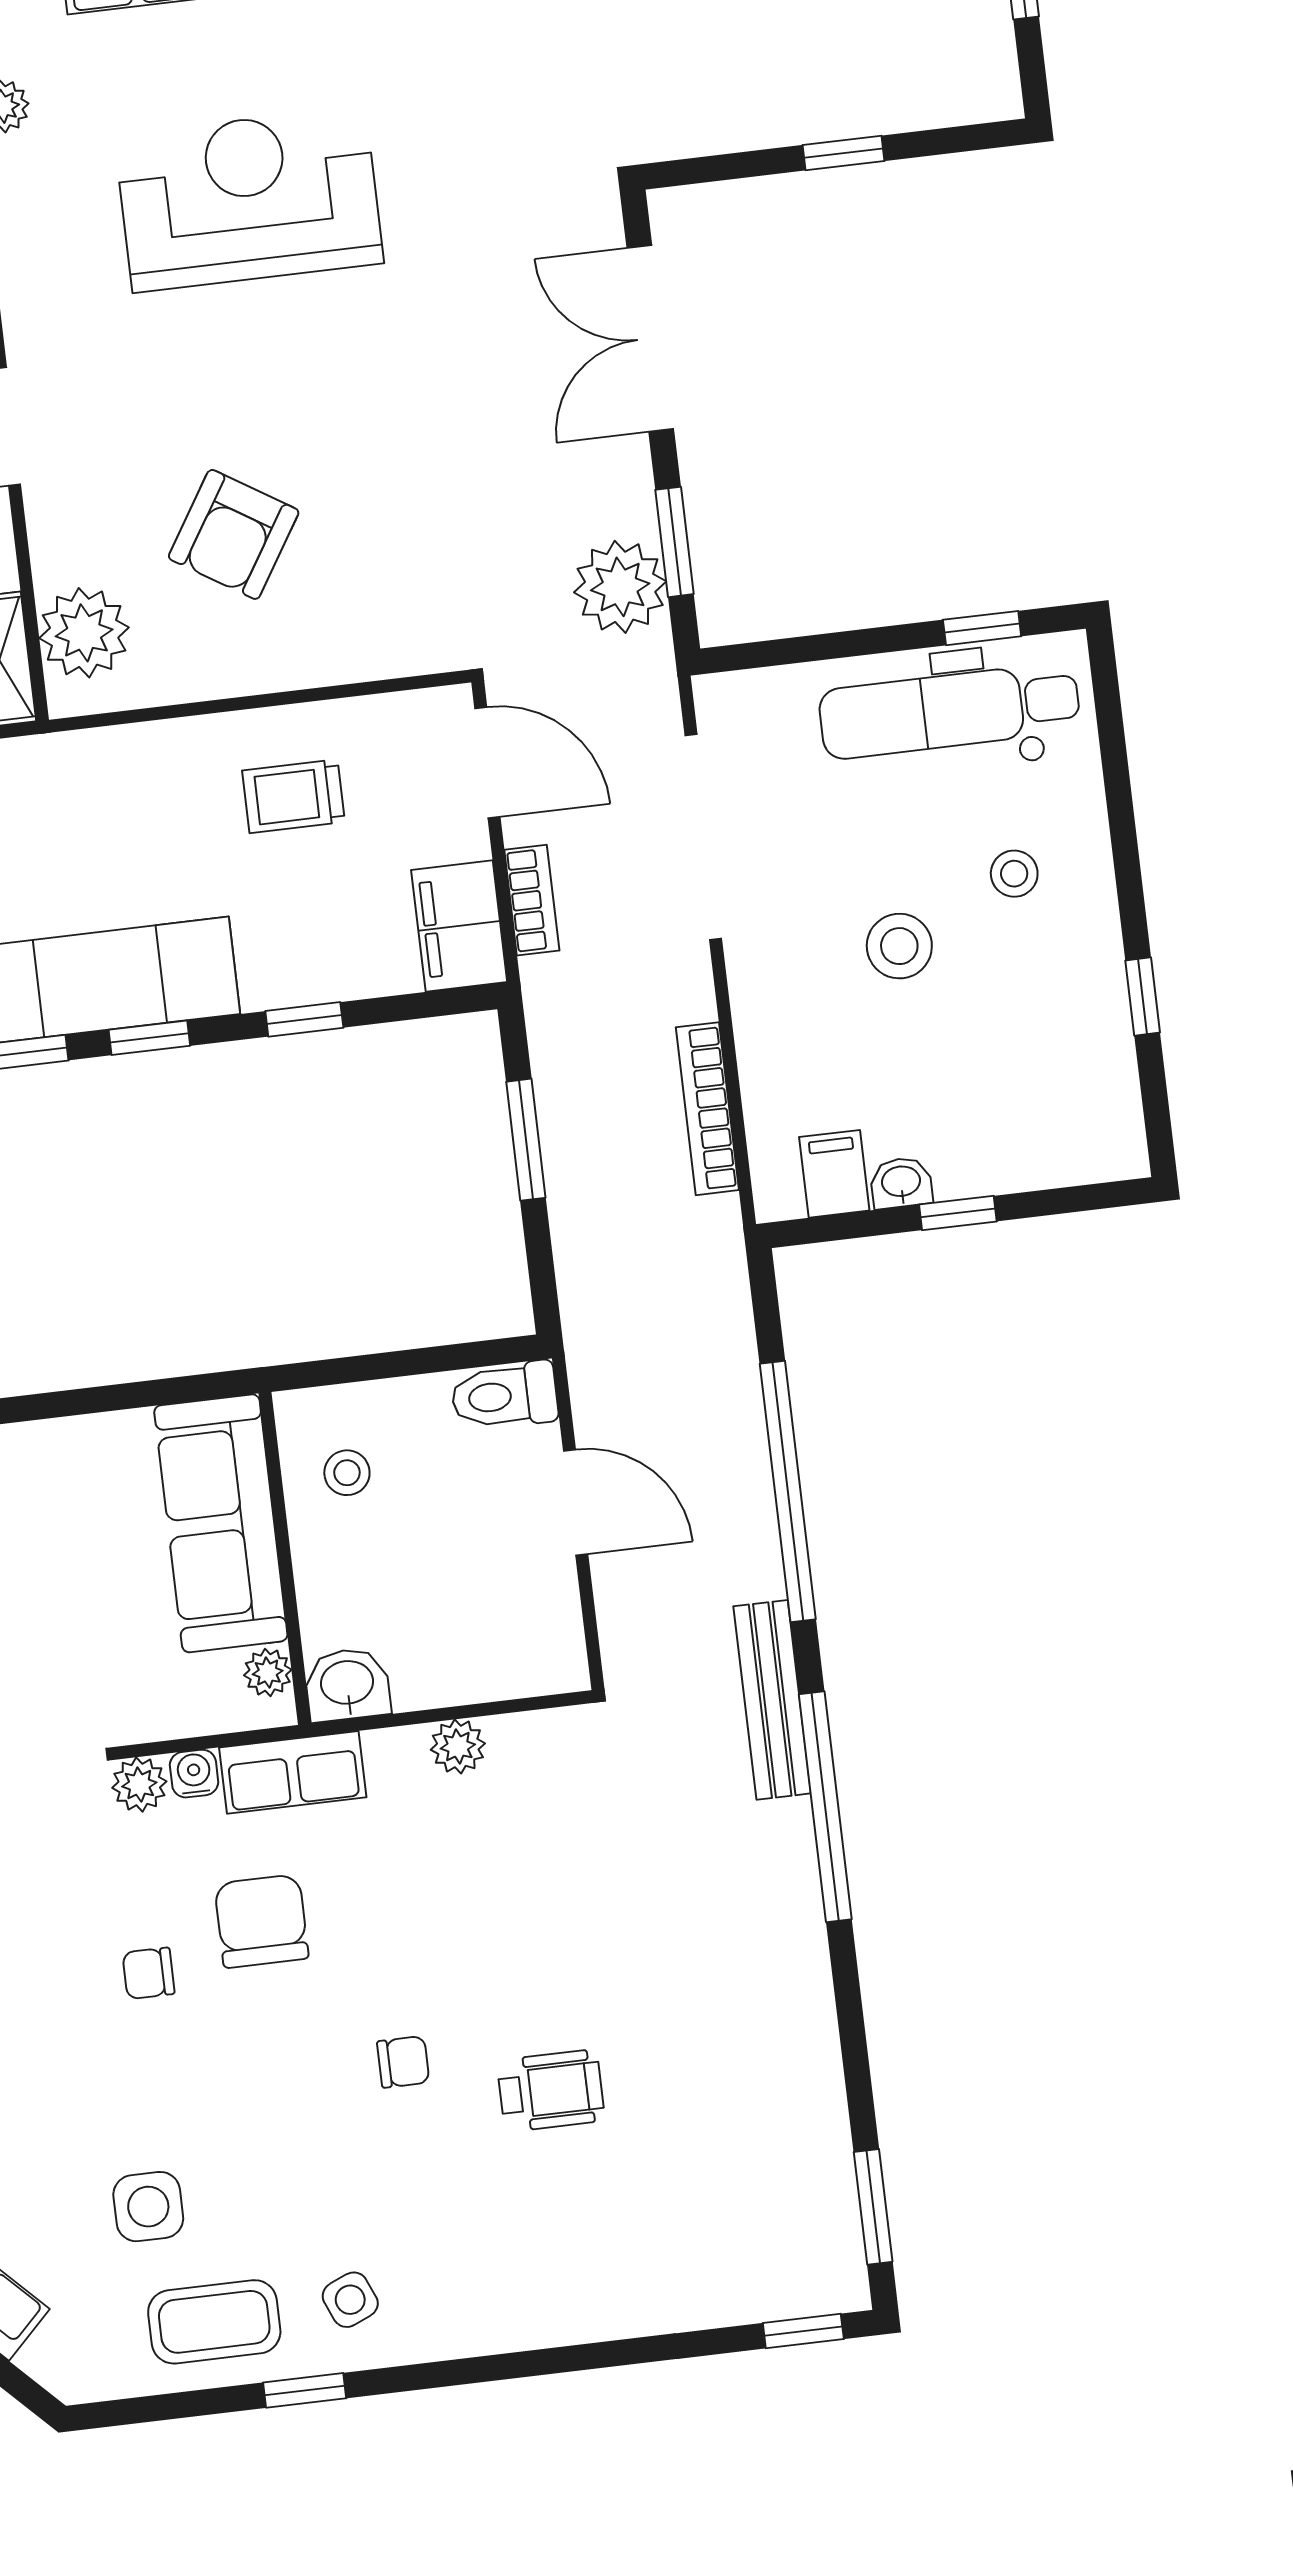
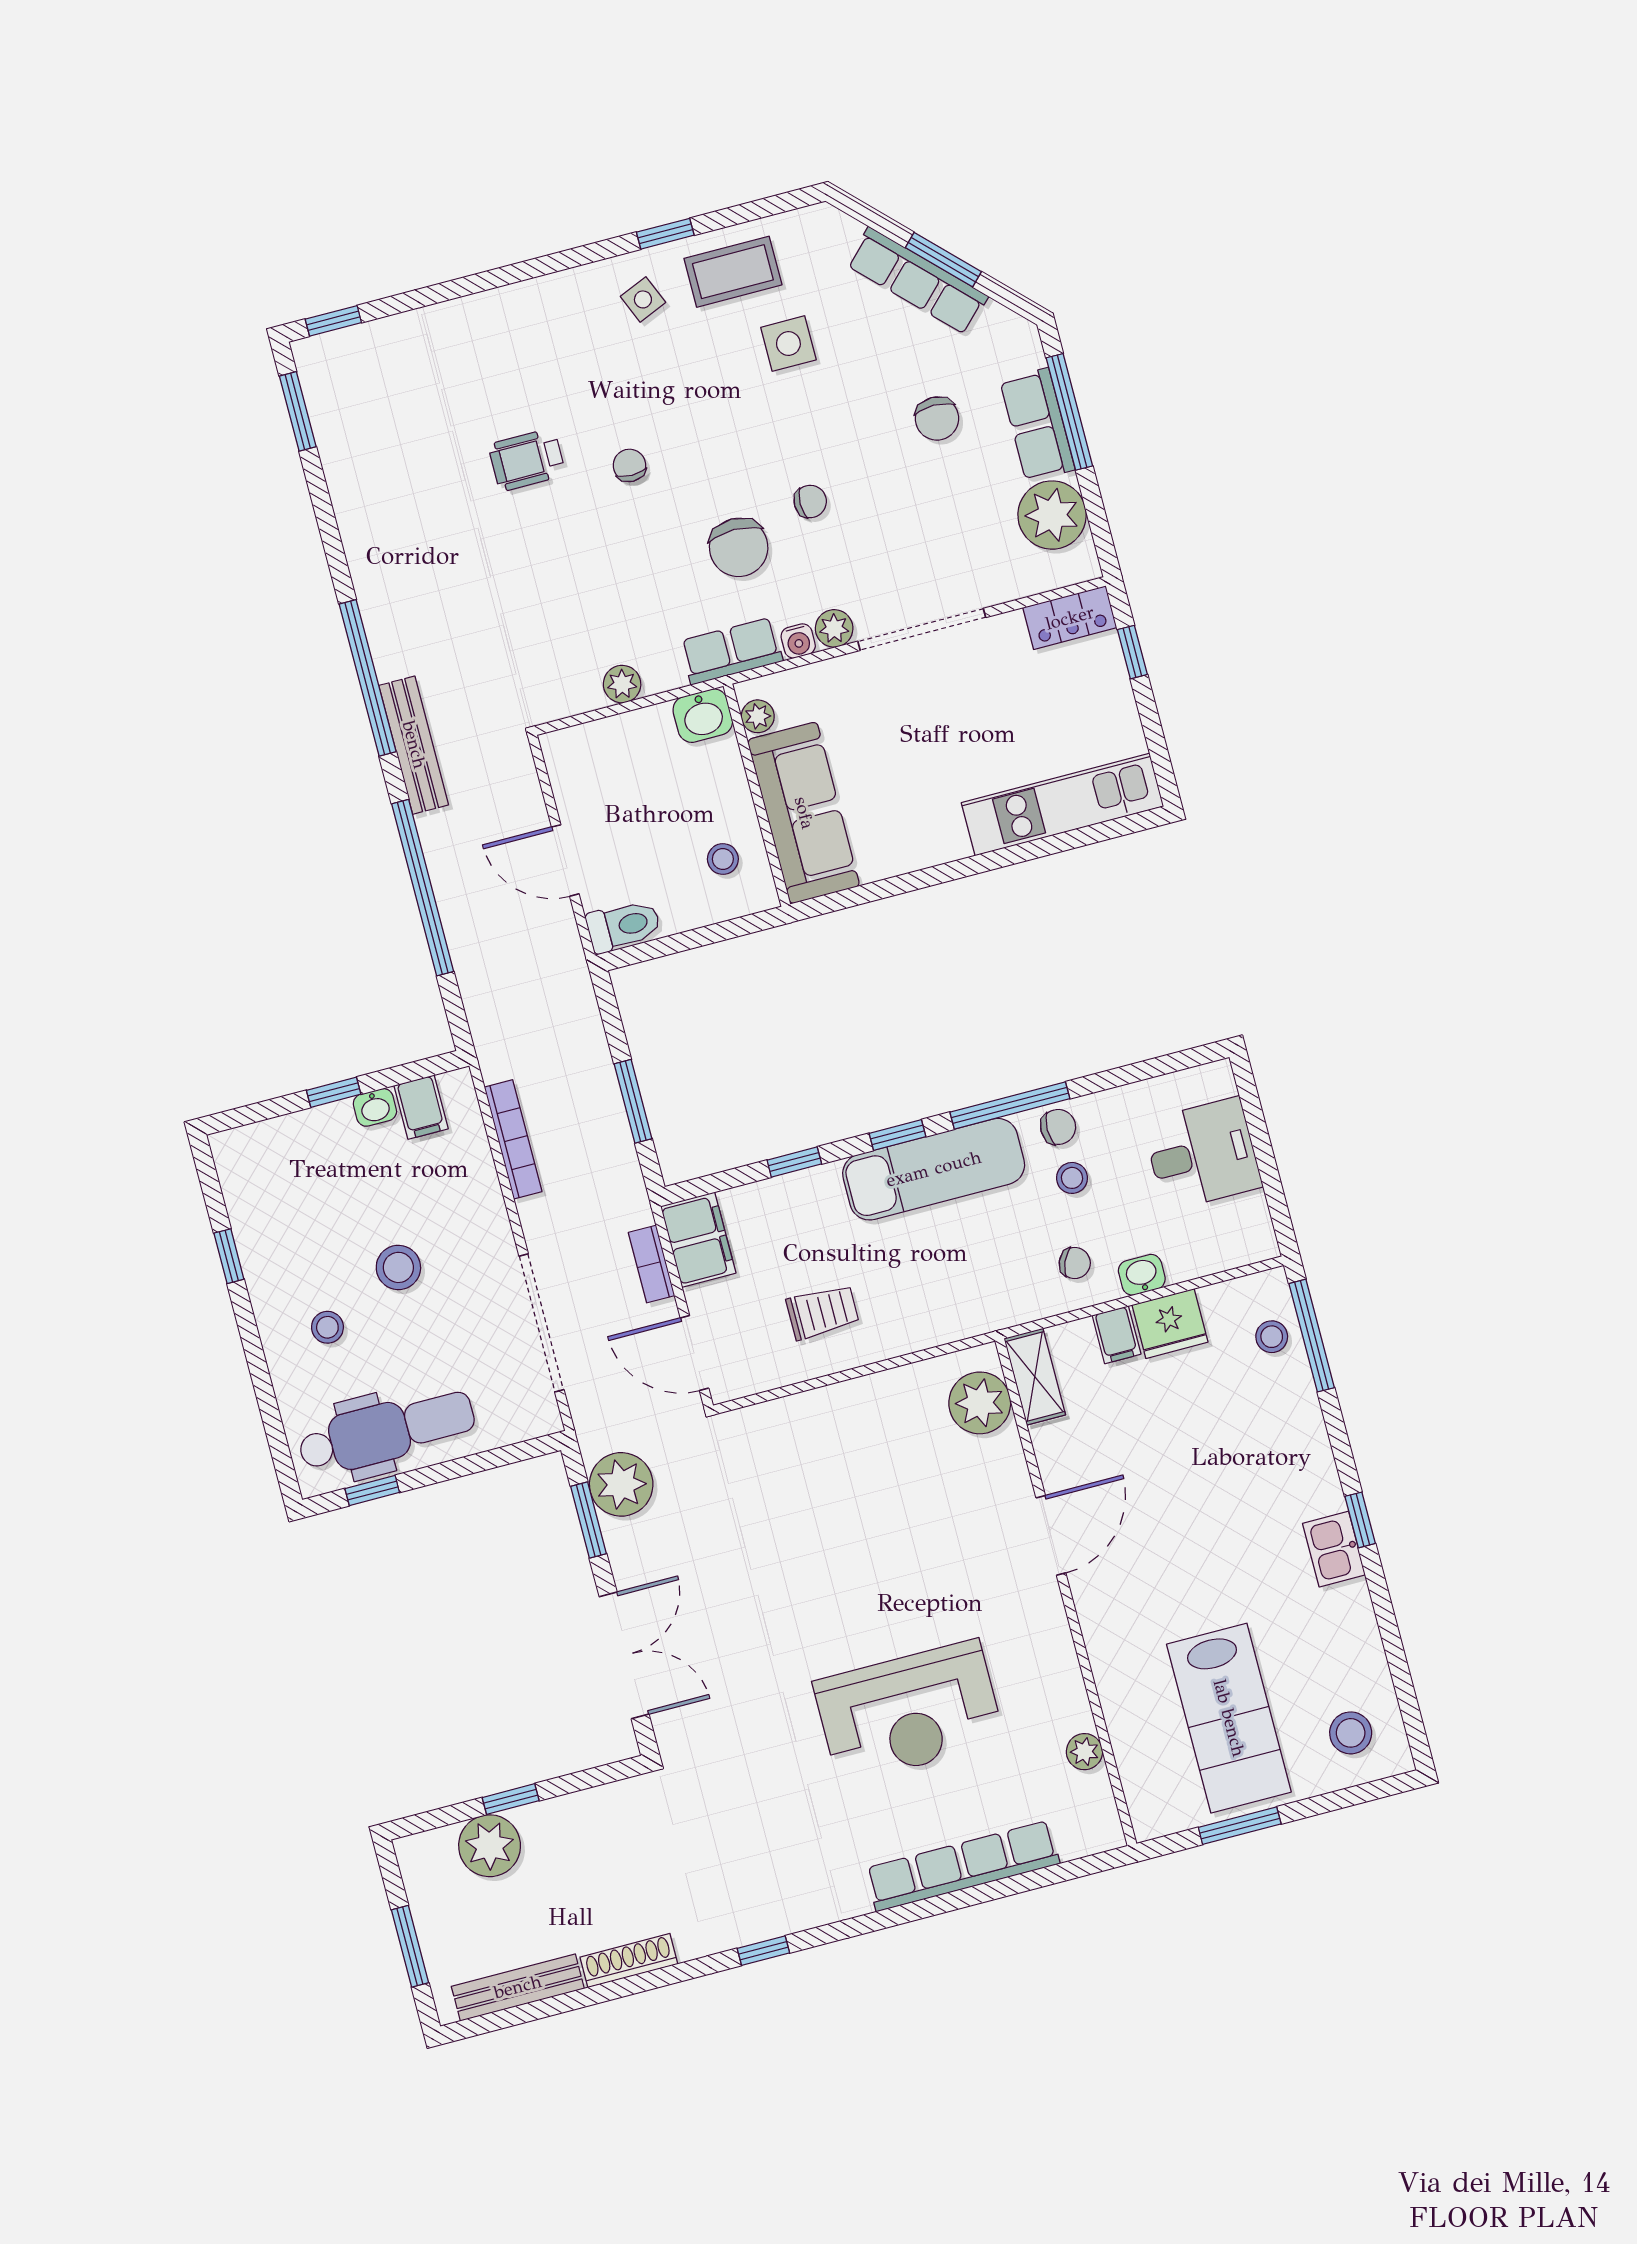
plant: (884, 90) -> (490, 1846), added
armchair: (234, 534) -> (888, 1484), removed
chair: (403, 2062) -> (629, 465), turned 90

